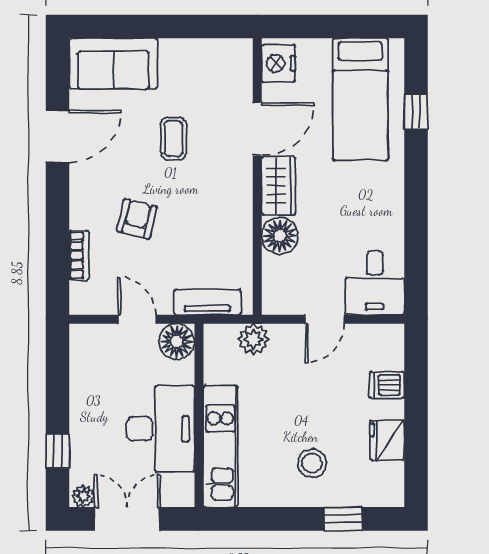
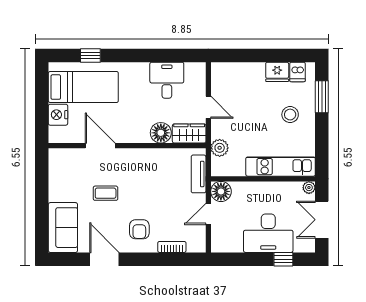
nightstand: (278, 63) -> (58, 115), moved, turned 90
wardrobe: (279, 186) -> (189, 134), moved
armchair: (137, 219) -> (139, 229), moved, turned -104
desk: (375, 283) -> (167, 80), moved, turned -90
dishwasher: (387, 385) -> (297, 72), moved
desk: (161, 429) -> (268, 233), moved, turned 180
plant: (83, 496) -> (309, 188), moved
window: (343, 519) -> (322, 97), width x1.50

